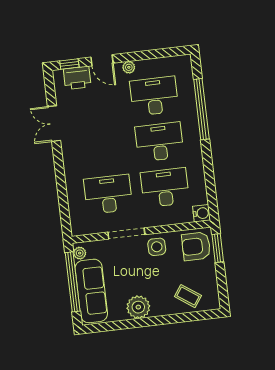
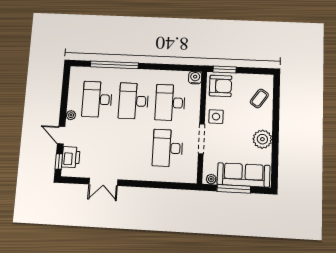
door: (102, 60) -> (61, 135), swing flipped
armchair: (196, 246) -> (221, 86), turned -90
window: (73, 282) -> (234, 189), width x0.68

